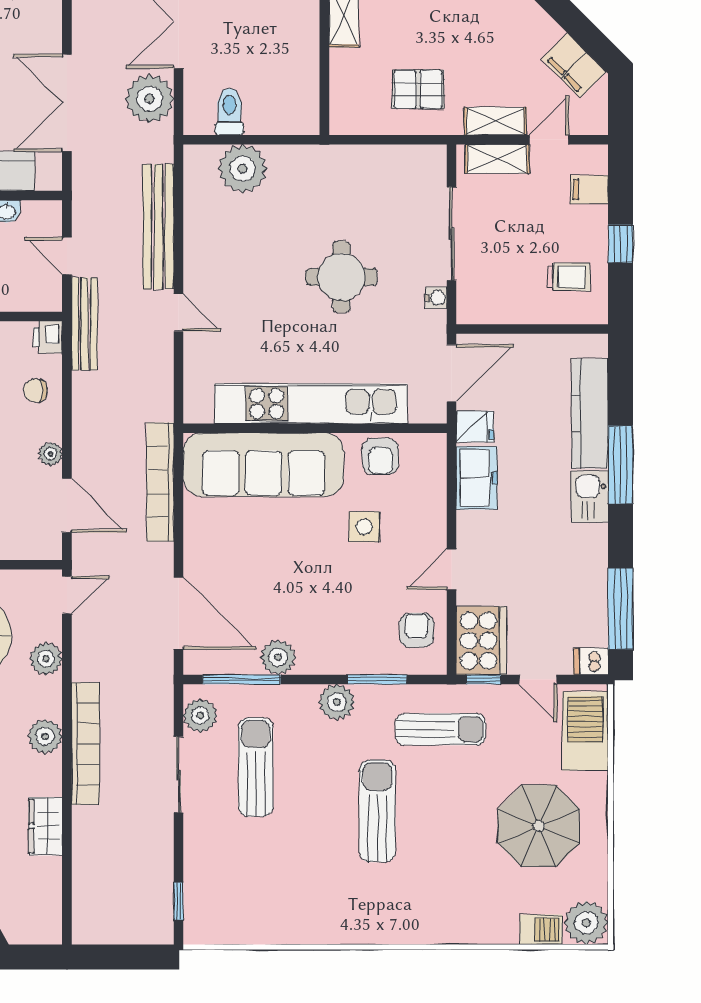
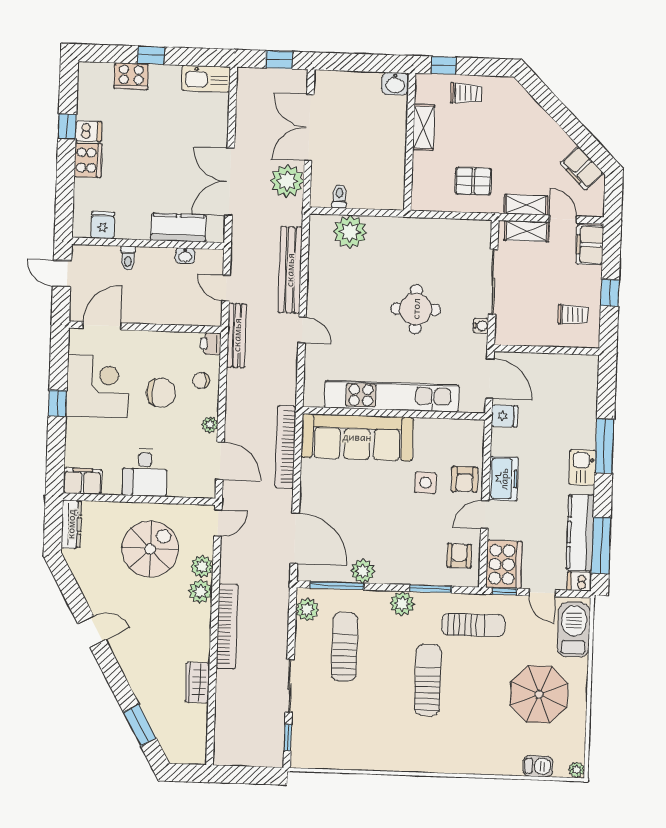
toilet: (229, 112) -> (339, 196), width x0.73, depth x0.72
door: (549, 140) -> (563, 219), hinge flipped
filing cabinet: (589, 190) -> (590, 245), width x2.00
door: (452, 373) -> (490, 379), hinge flipped
kitchen counter: (590, 414) -> (580, 532), moved
armchair: (380, 456) -> (465, 479), moved
freezer: (477, 478) -> (504, 479), moved
plant: (45, 736) -> (200, 591), moved
sliding door: (179, 775) -> (290, 686), moved
plant: (586, 923) -> (577, 770), width x0.53, depth x0.53

